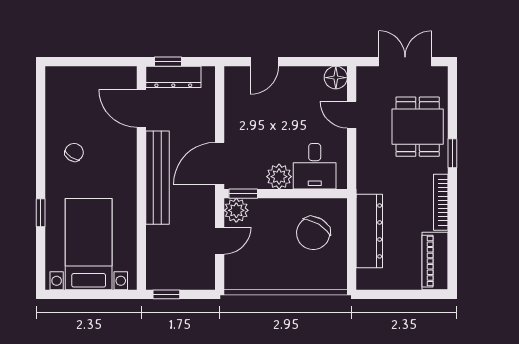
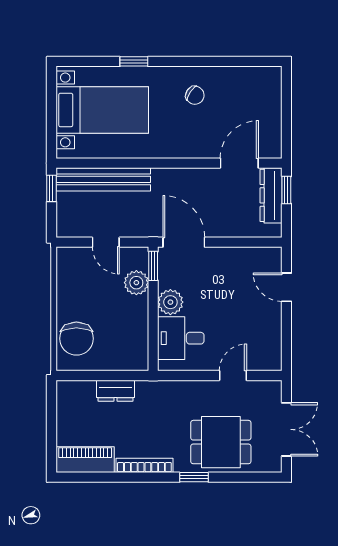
floor lamp: (336, 78) -> (270, 359), removed
bench: (157, 178) -> (103, 179), moved
plant: (236, 210) -> (136, 283), moved
dresser: (369, 231) -> (116, 391), width x0.51, depth x0.80
chair: (313, 233) -> (76, 339), moved, turned -121

